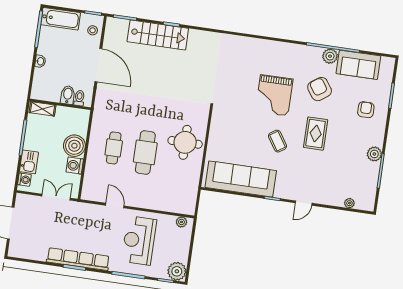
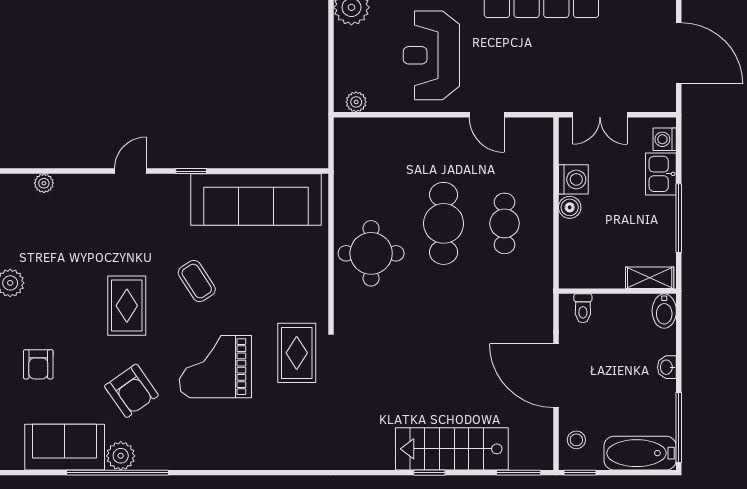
bidet: (68, 95) -> (664, 311), moved
grand piano: (274, 95) -> (215, 367), turned -90
rug: (231, 96) -> (297, 353), added
boiler: (74, 146) -> (570, 207), width x0.54, depth x0.54
reception desk: (139, 240) -> (431, 55), turned 180

